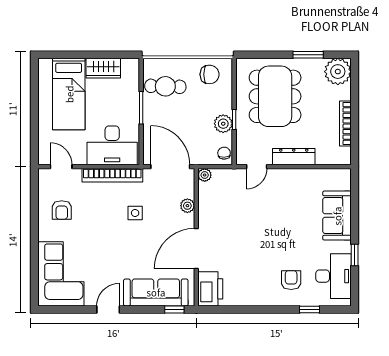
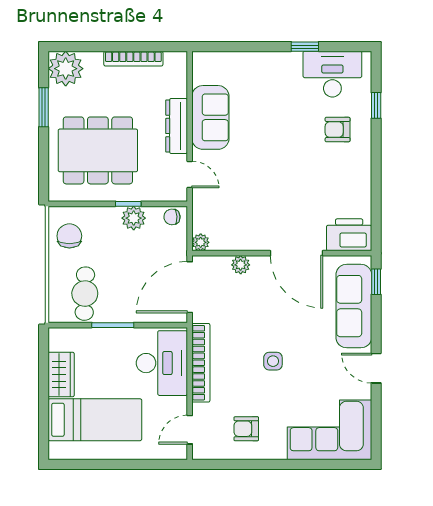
armchair: (62, 210) -> (246, 429), turned 180
side table: (135, 213) -> (273, 361), moved
sofa: (337, 216) -> (210, 117), moved, turned -90

